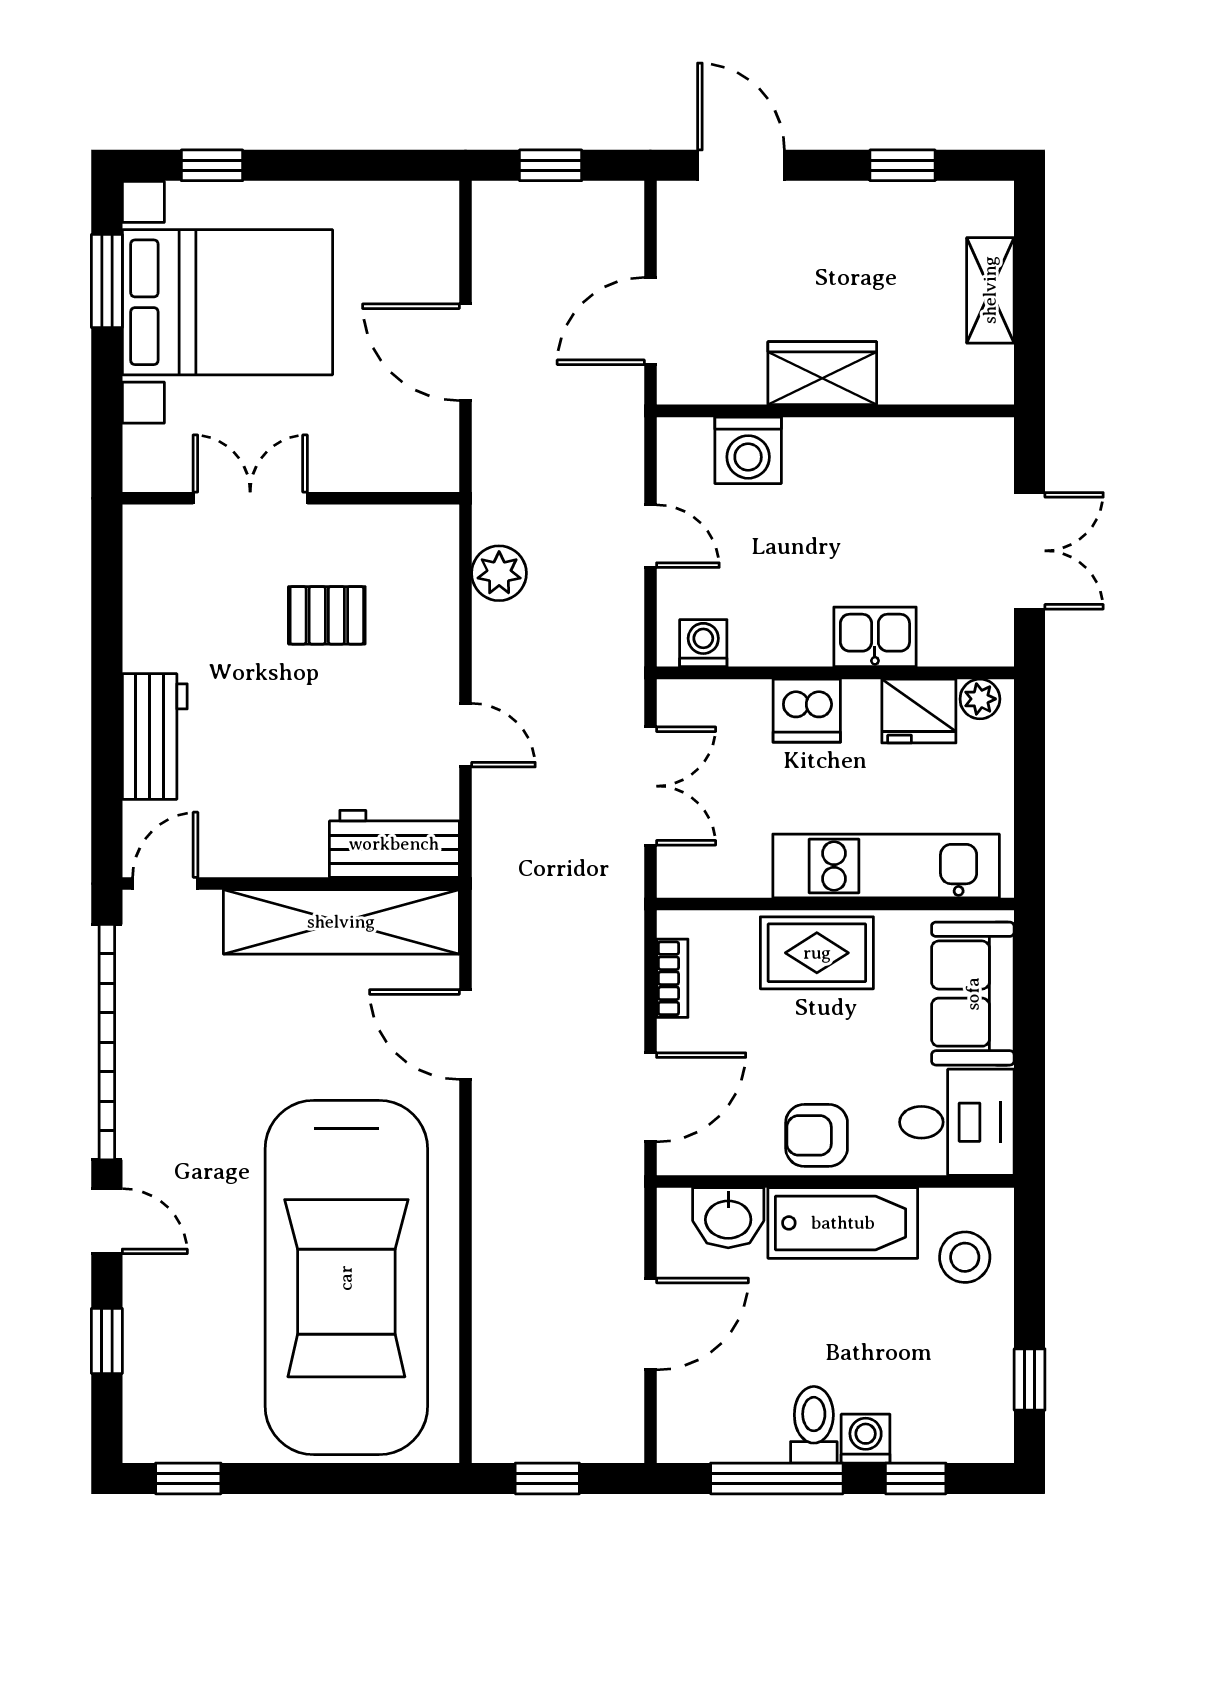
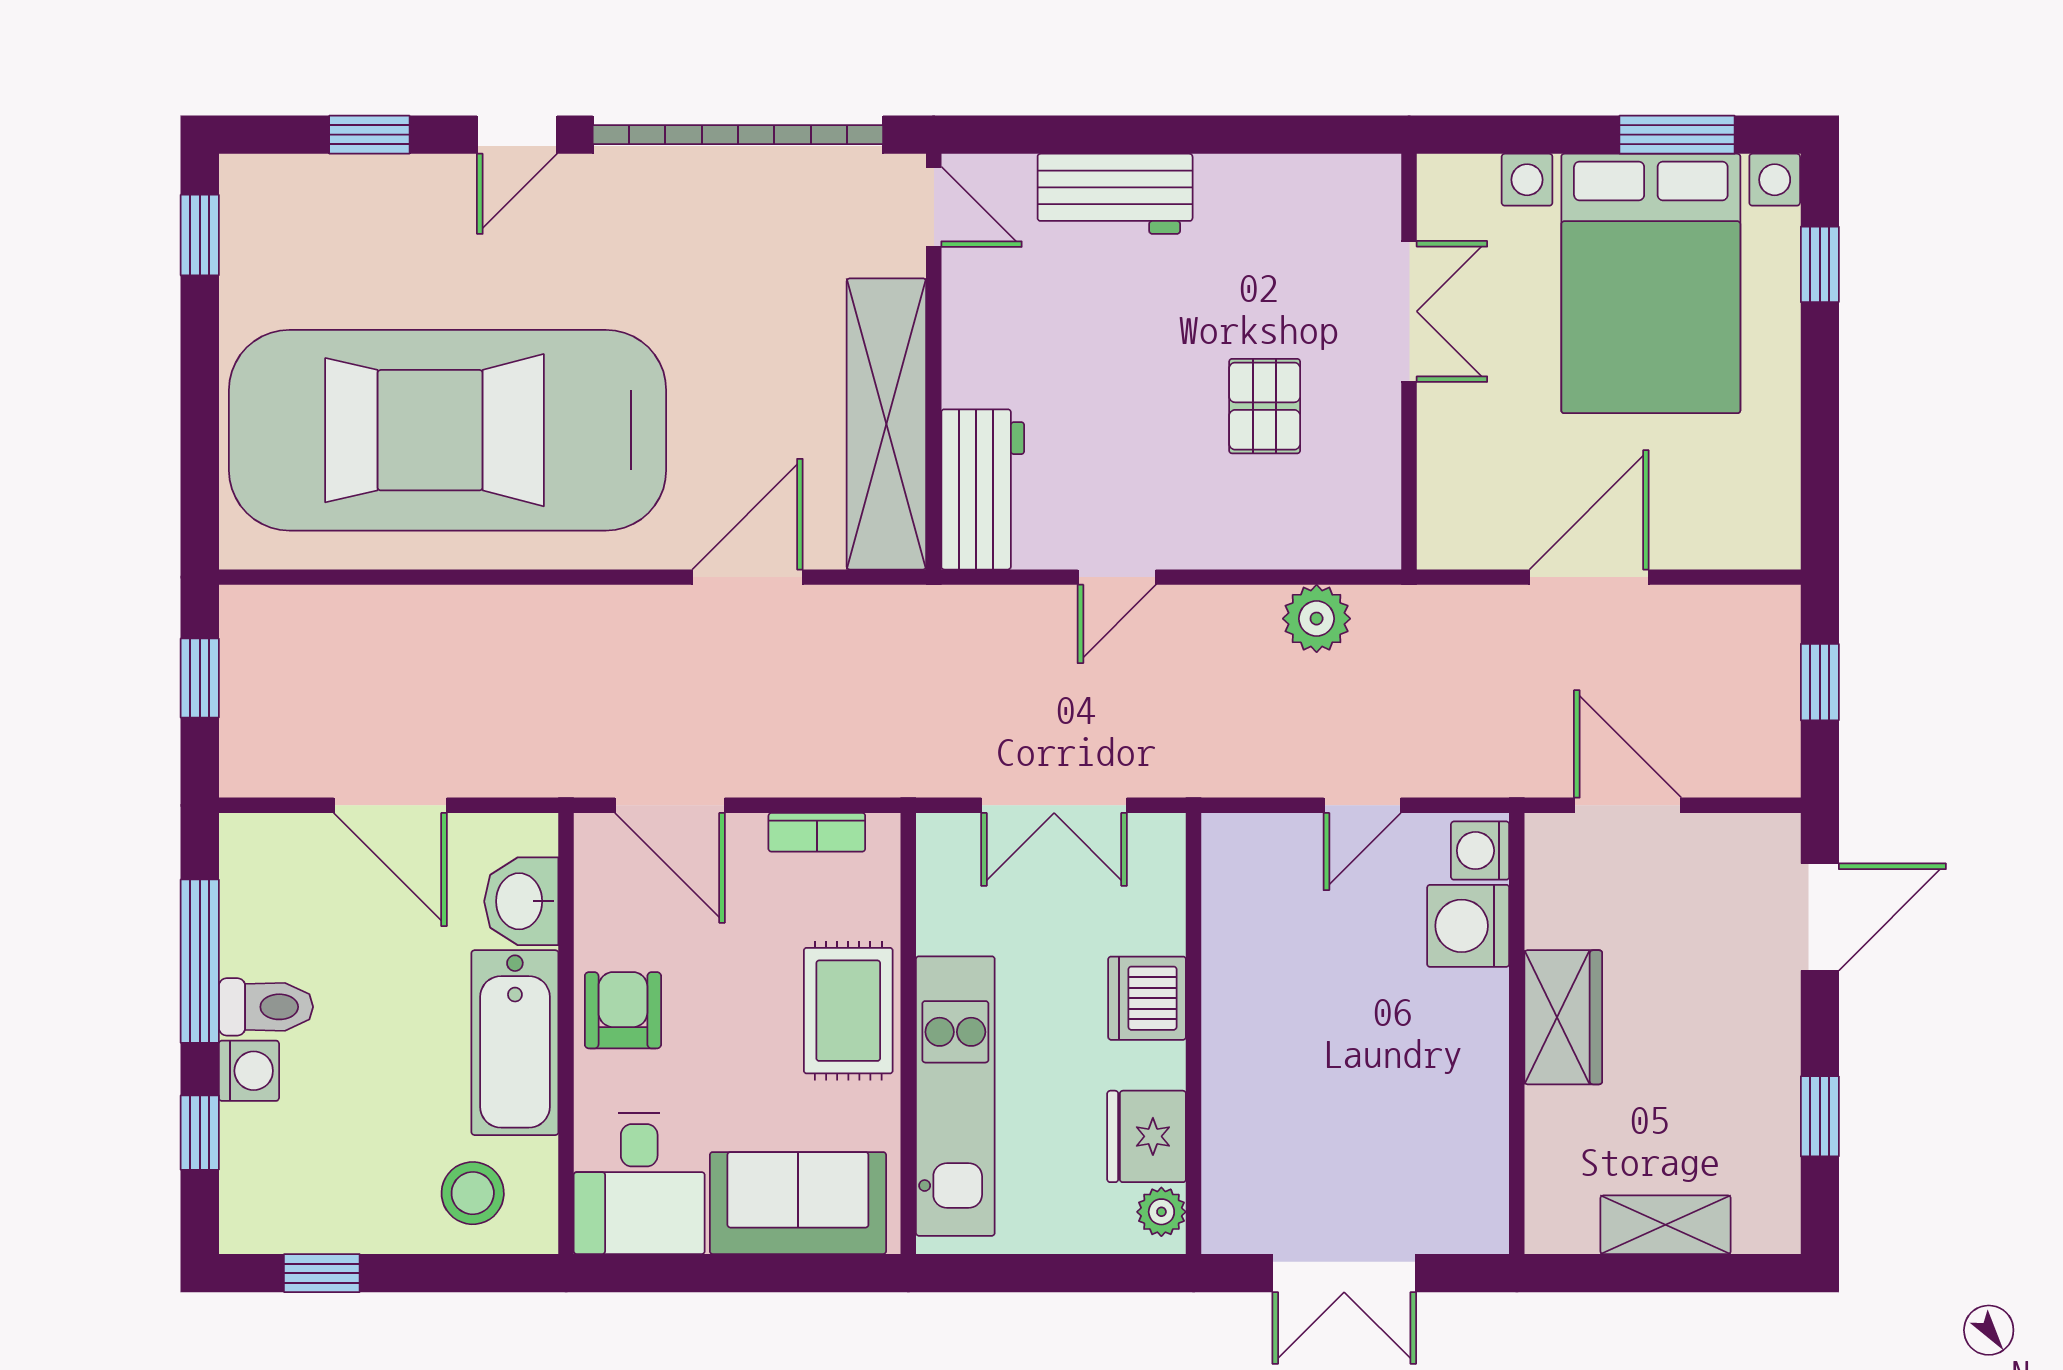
kitchen sink: (875, 637) -> (1238, 1082), removed
washing machine: (703, 643) -> (1480, 851), moved, turned 180

